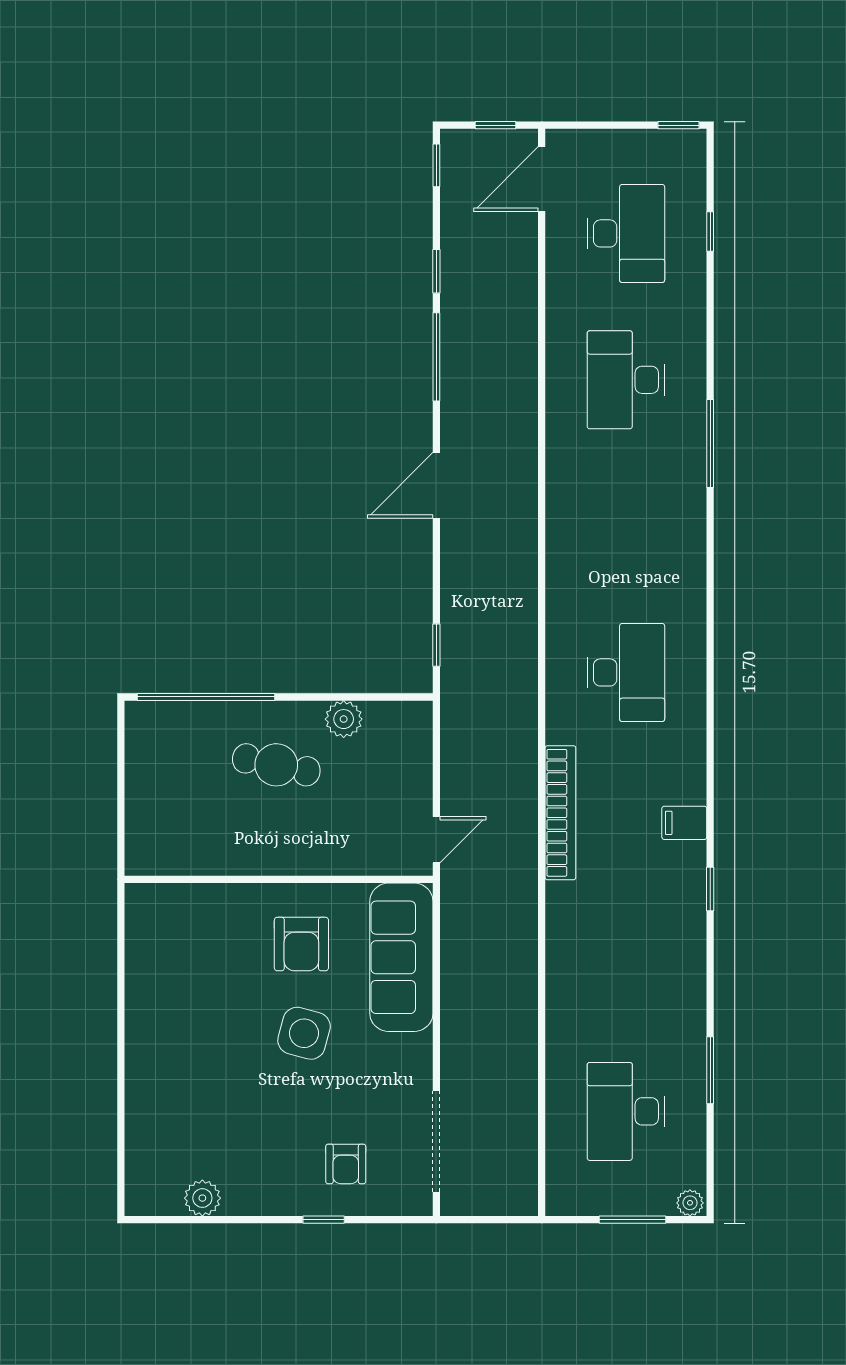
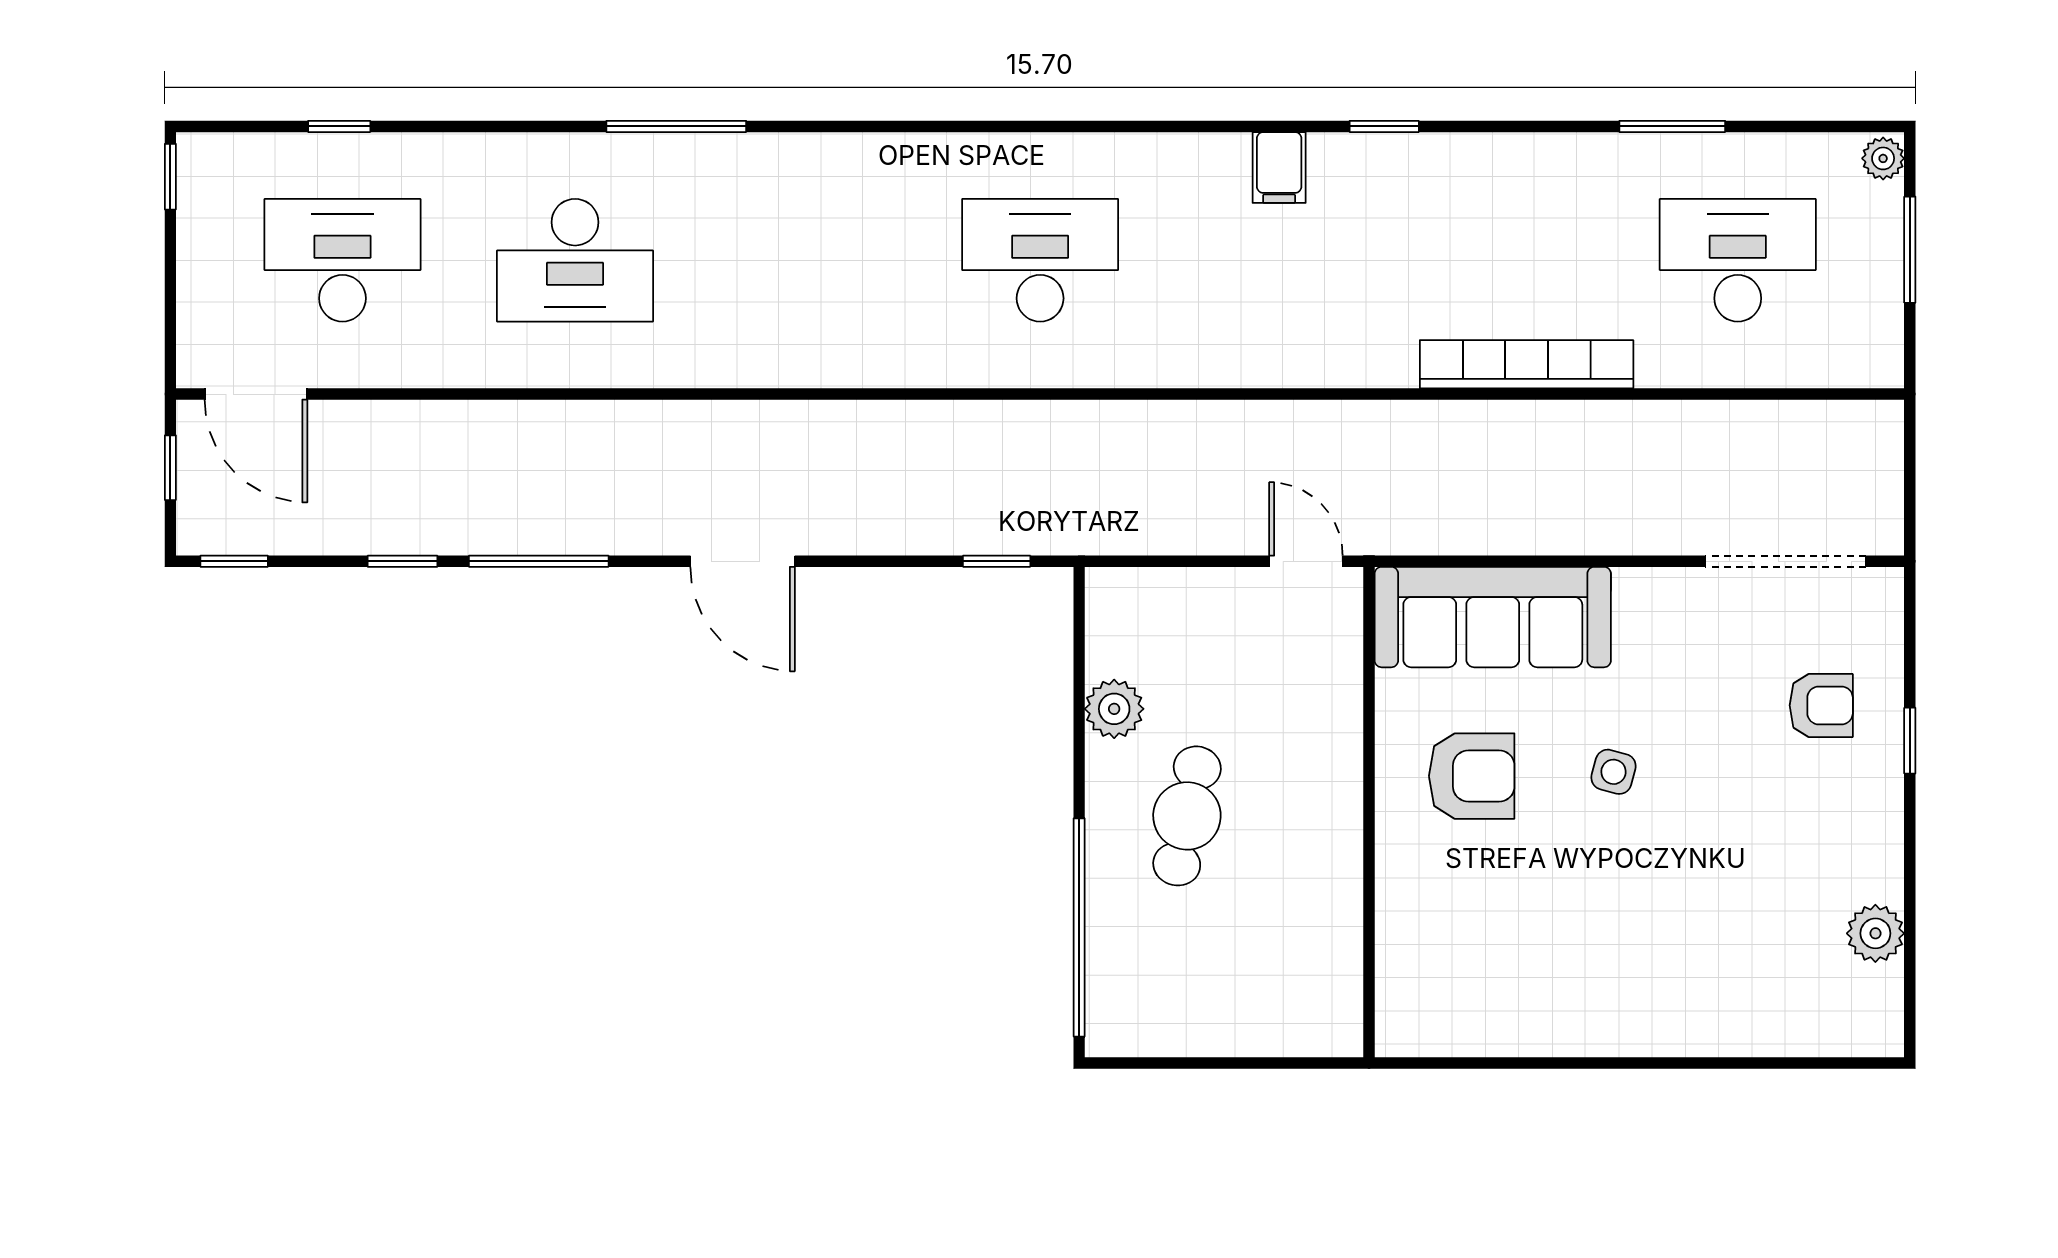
bookcase: (560, 813) -> (1527, 364), moved
side table: (304, 1033) -> (1614, 772), width x0.54, depth x0.54
desk: (626, 1111) -> (1738, 260), turned 180

